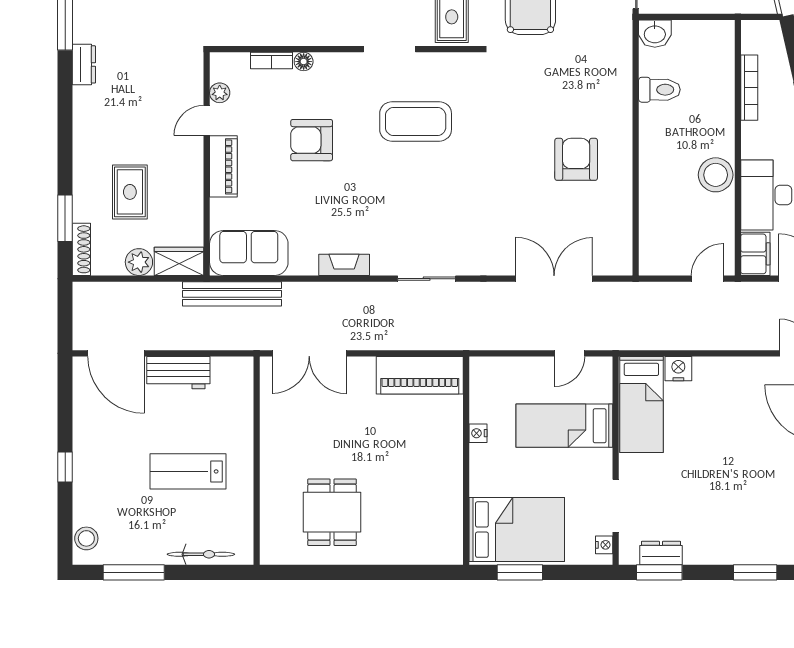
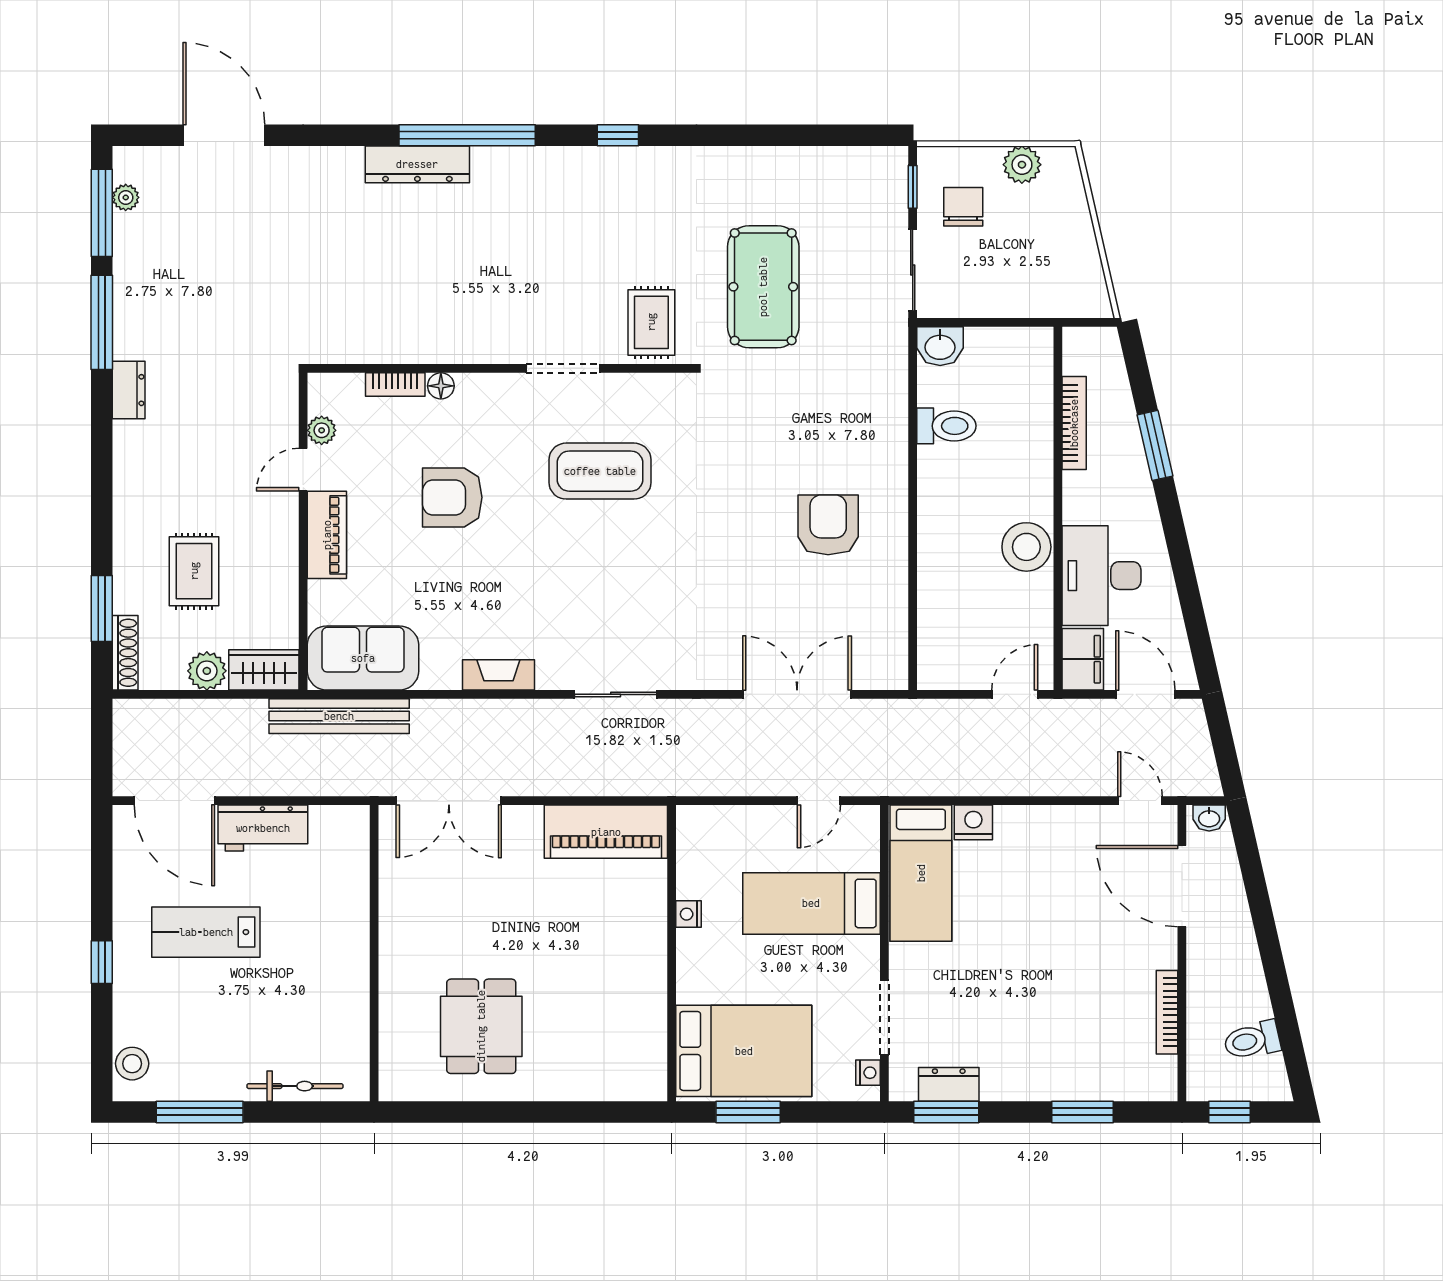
lab bench: (188, 471) -> (206, 932), moved

